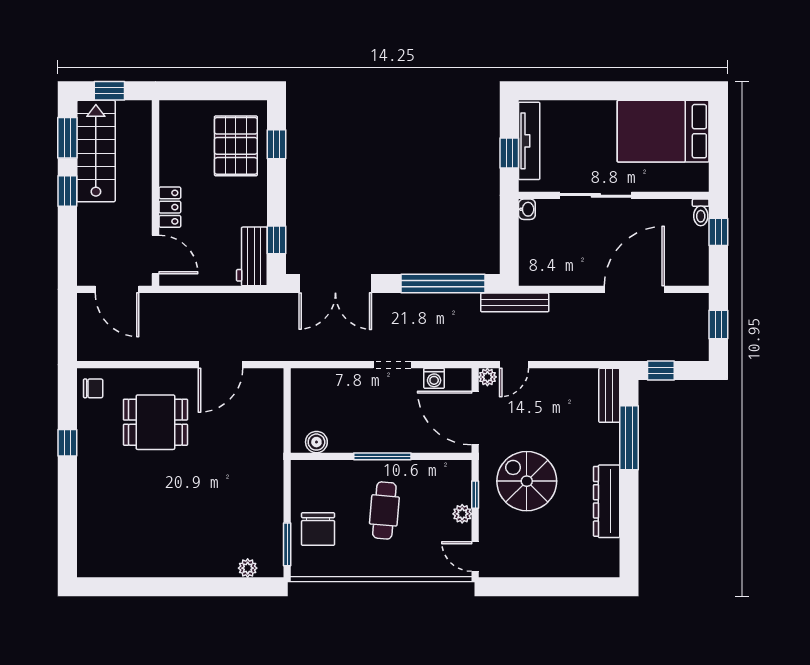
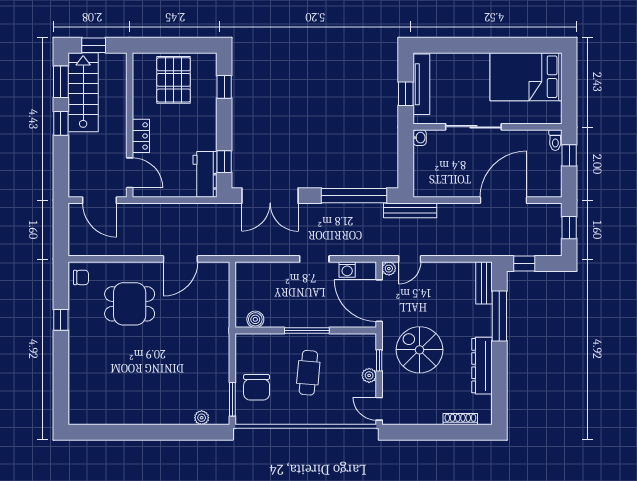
pallet: (236, 146) -> (174, 80), moved
shoe rack: (579, 570) -> (460, 419), added

